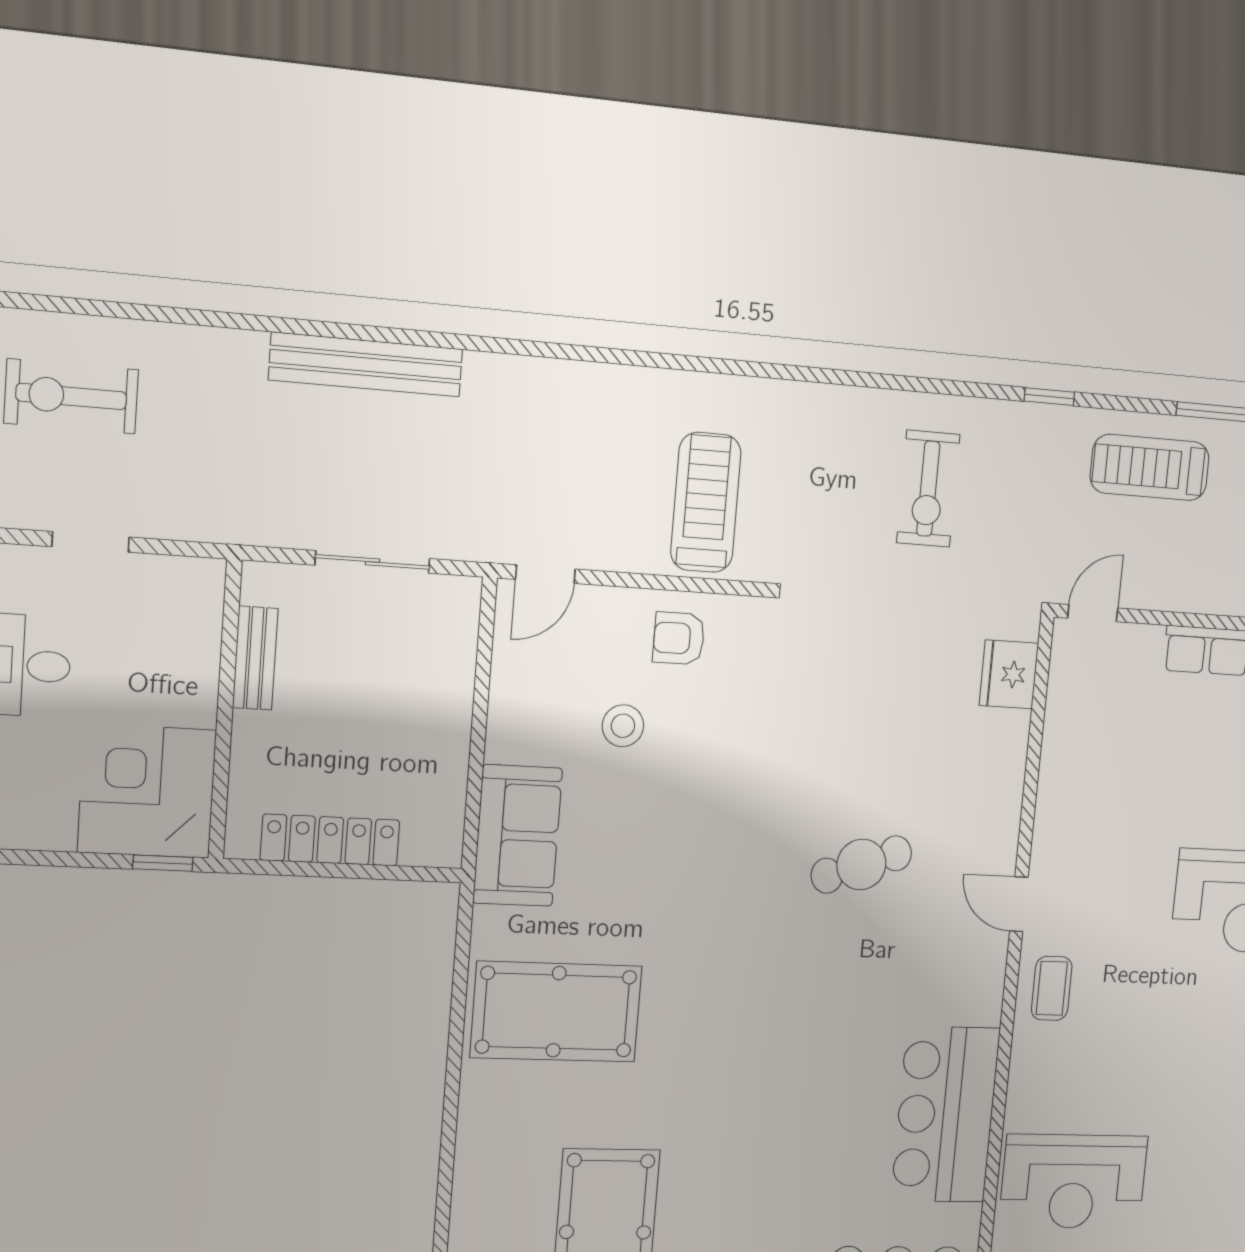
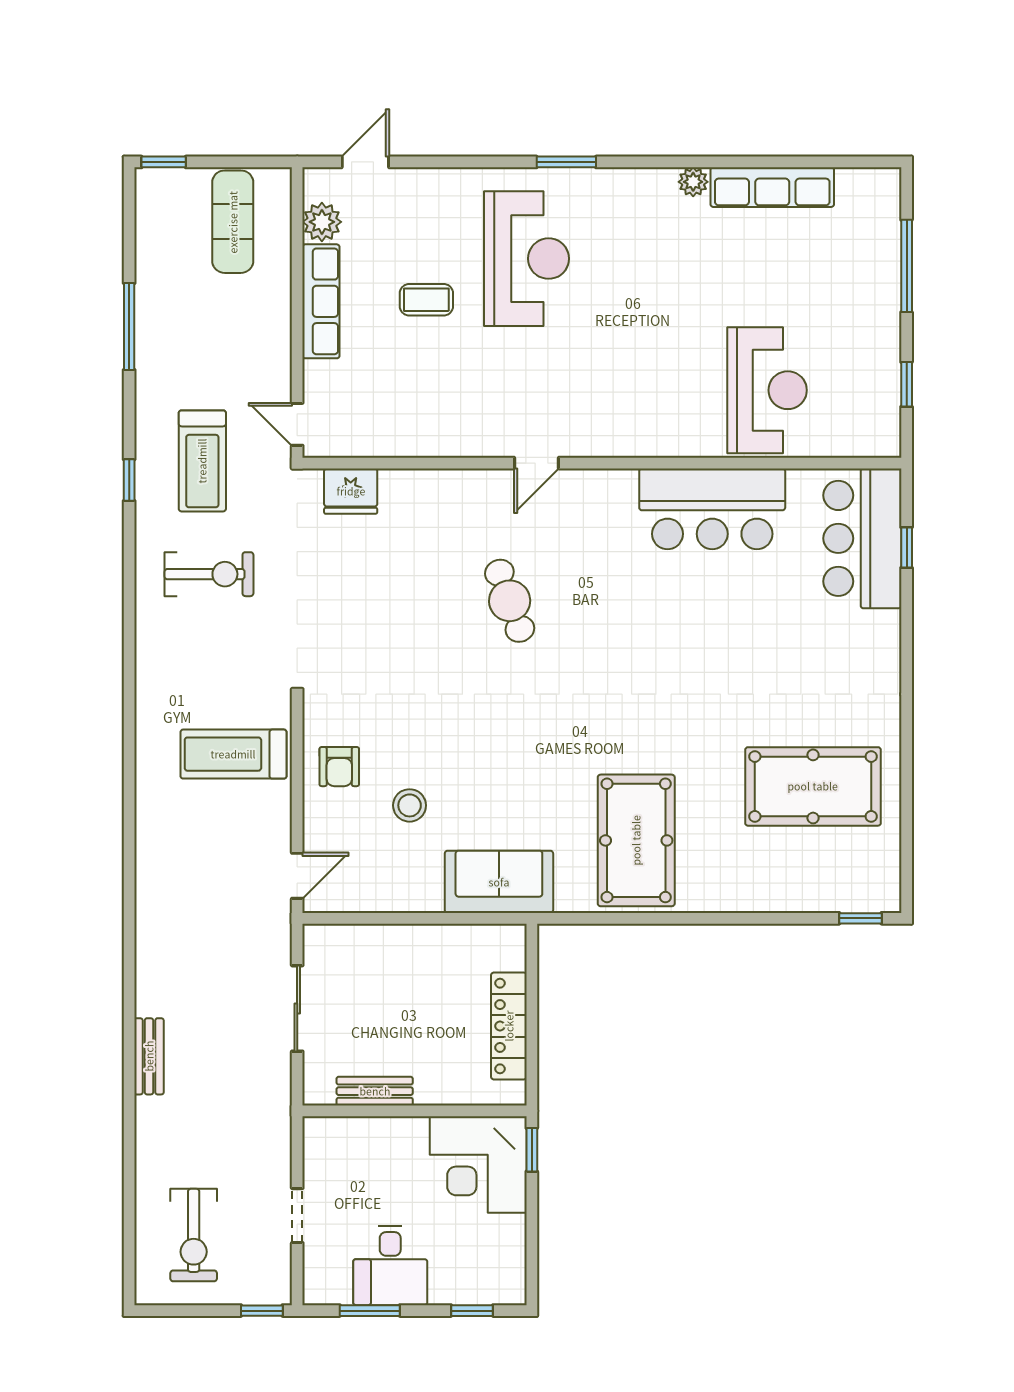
bench: (366, 365) -> (149, 1056), width x0.54, depth x0.82
treadmill: (1150, 467) -> (202, 461), moved
door: (545, 574) -> (297, 876), hinge flipped
coffee table: (1052, 988) -> (426, 300), moved

